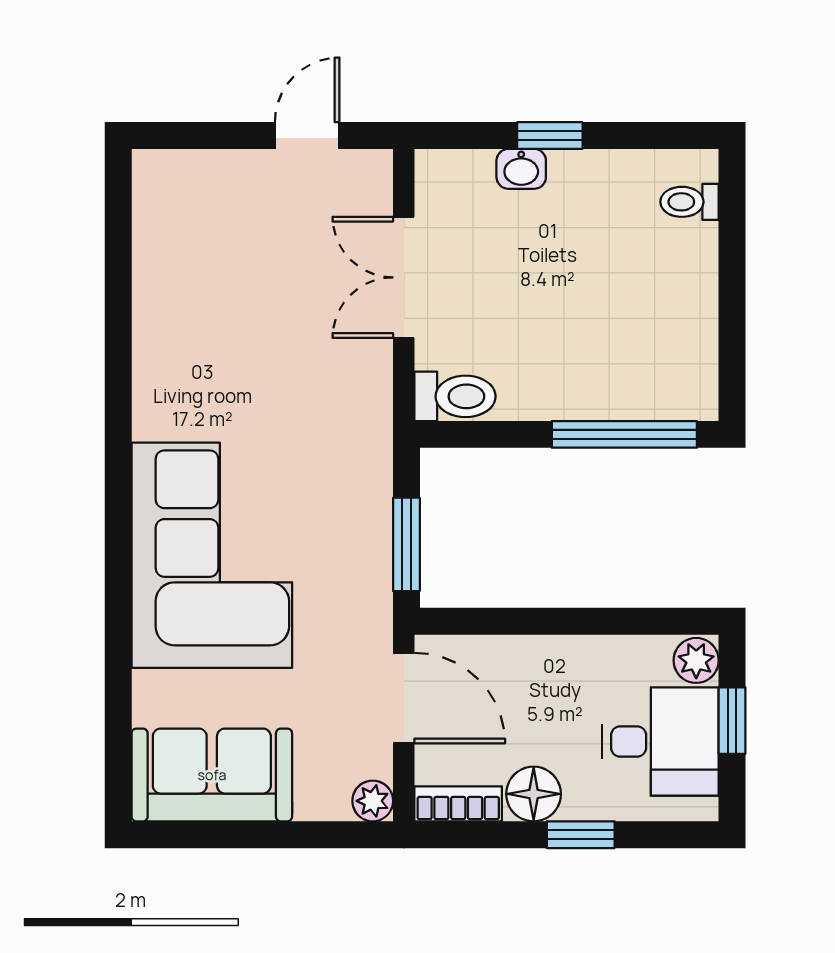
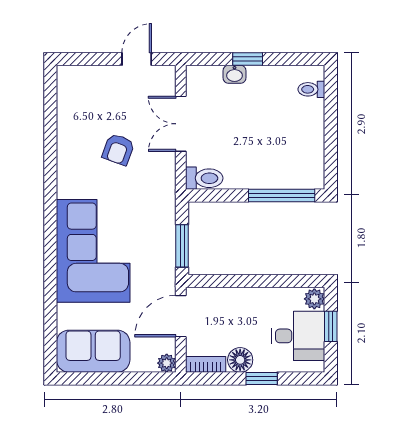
armchair: (267, 333) -> (118, 149), added
door: (404, 698) -> (181, 316), swing flipped

